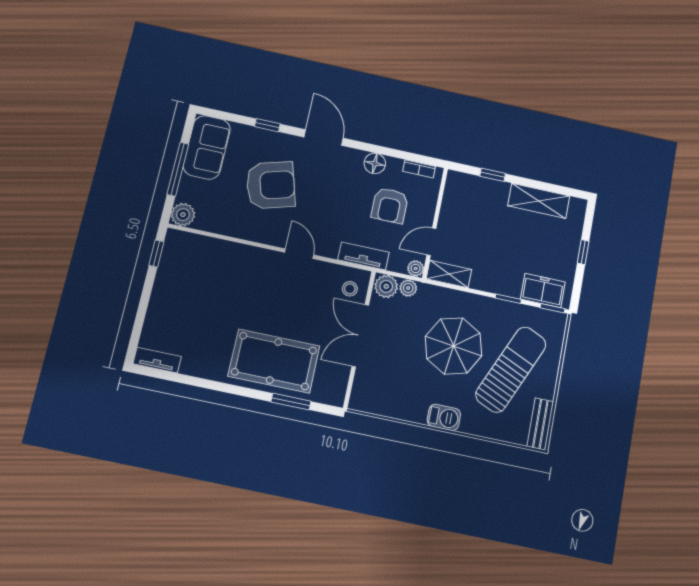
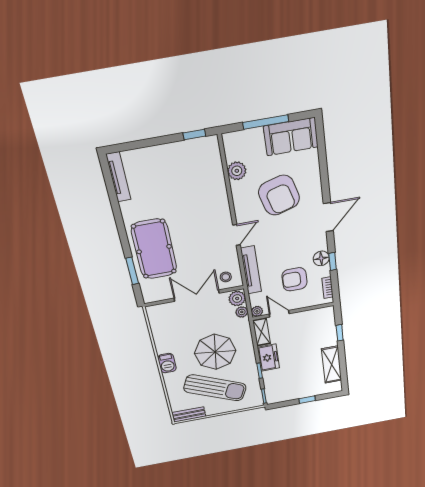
window: (267, 125) -> (333, 261), moved
plant: (183, 215) -> (237, 171), moved
tv unit: (364, 256) -> (251, 270), width x1.41
freezer: (543, 290) -> (268, 358), moved
tv unit: (157, 360) -> (118, 177), width x1.41

